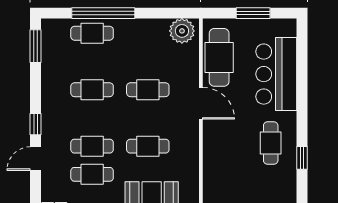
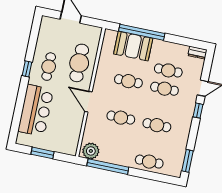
window: (103, 13) -> (108, 167), moved
cafe table: (219, 57) -> (79, 63), moved
window: (302, 158) -> (27, 69), moved

